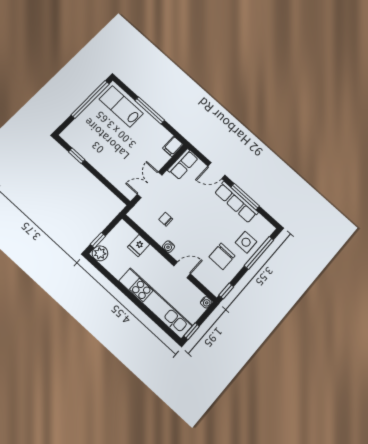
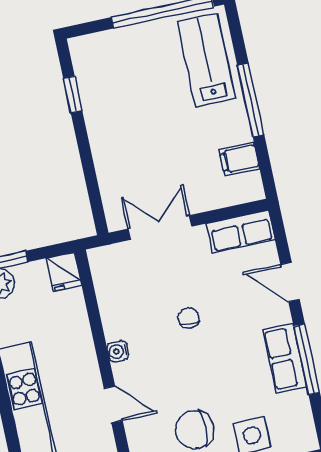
filing cabinet: (173, 146) -> (239, 159), moved
row of seats: (236, 202) -> (285, 358), width x0.68
chair: (166, 219) -> (189, 318), moved
fridge: (139, 246) -> (64, 272), moved, turned -90

